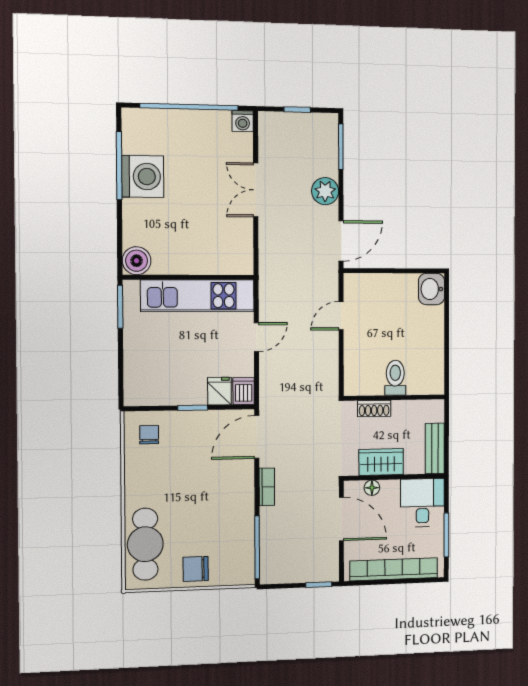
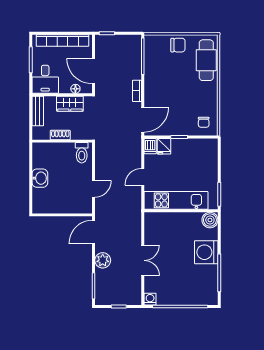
washing machine: (143, 176) -> (206, 252), moved
washbasin: (432, 289) -> (40, 178), moved
toilet: (395, 378) -> (82, 153), moved
shoe rack: (374, 408) -> (60, 135), moved

